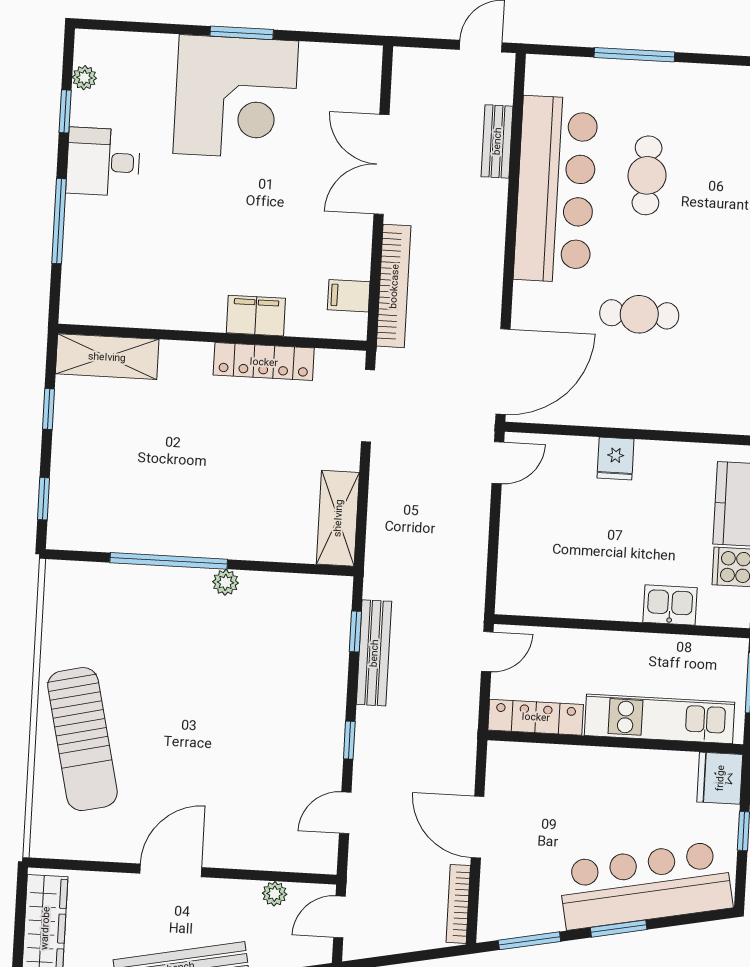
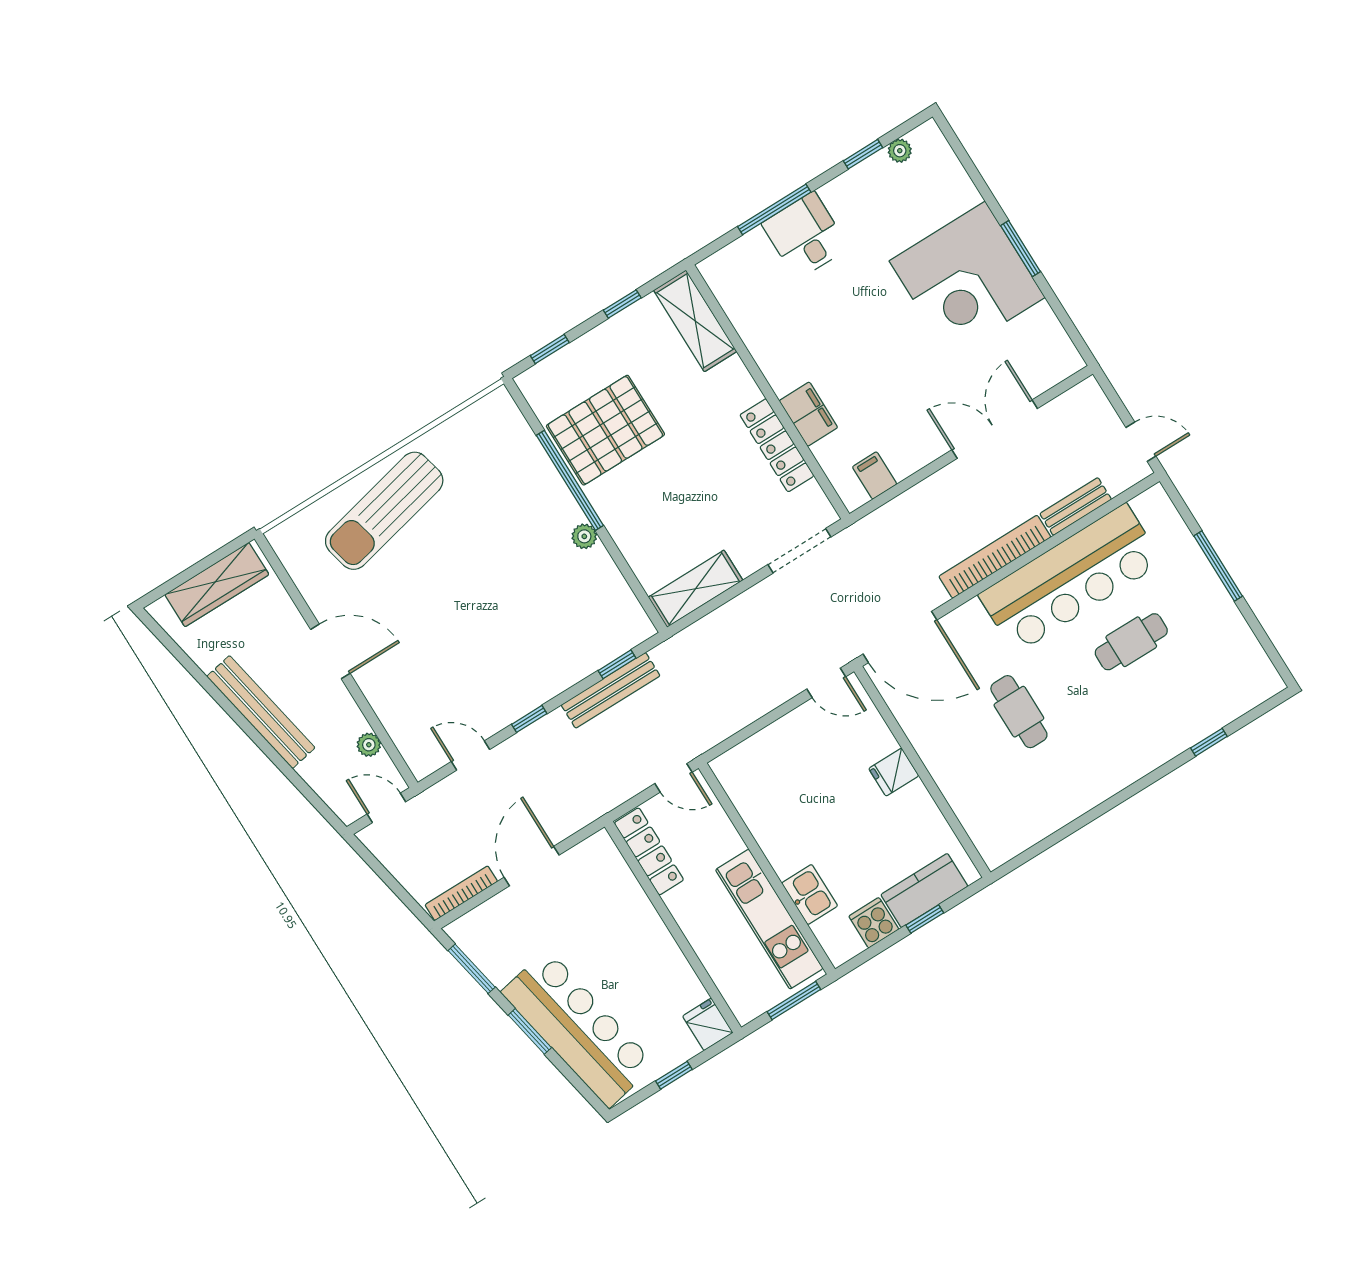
desk: (103, 162) -> (805, 236), moved
bookcase: (394, 286) -> (995, 557), moved, turned 180
pallet: (147, 500) -> (605, 430), added
kitchen unit: (660, 719) -> (769, 919), moved, turned 180
fridge: (720, 778) -> (708, 1024), width x0.72

